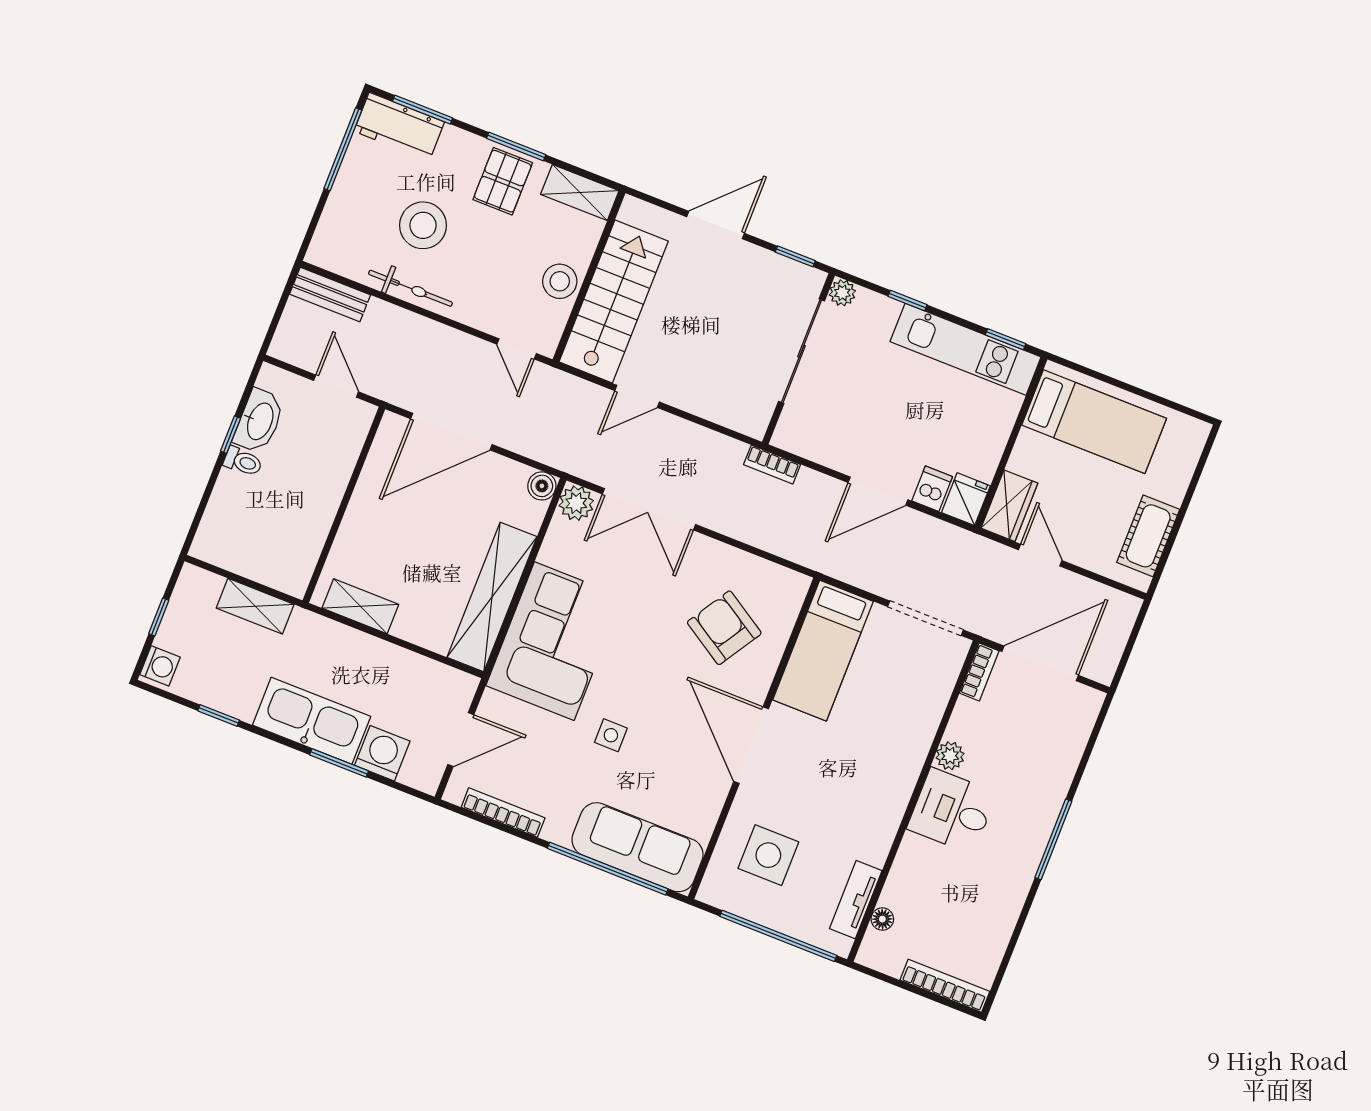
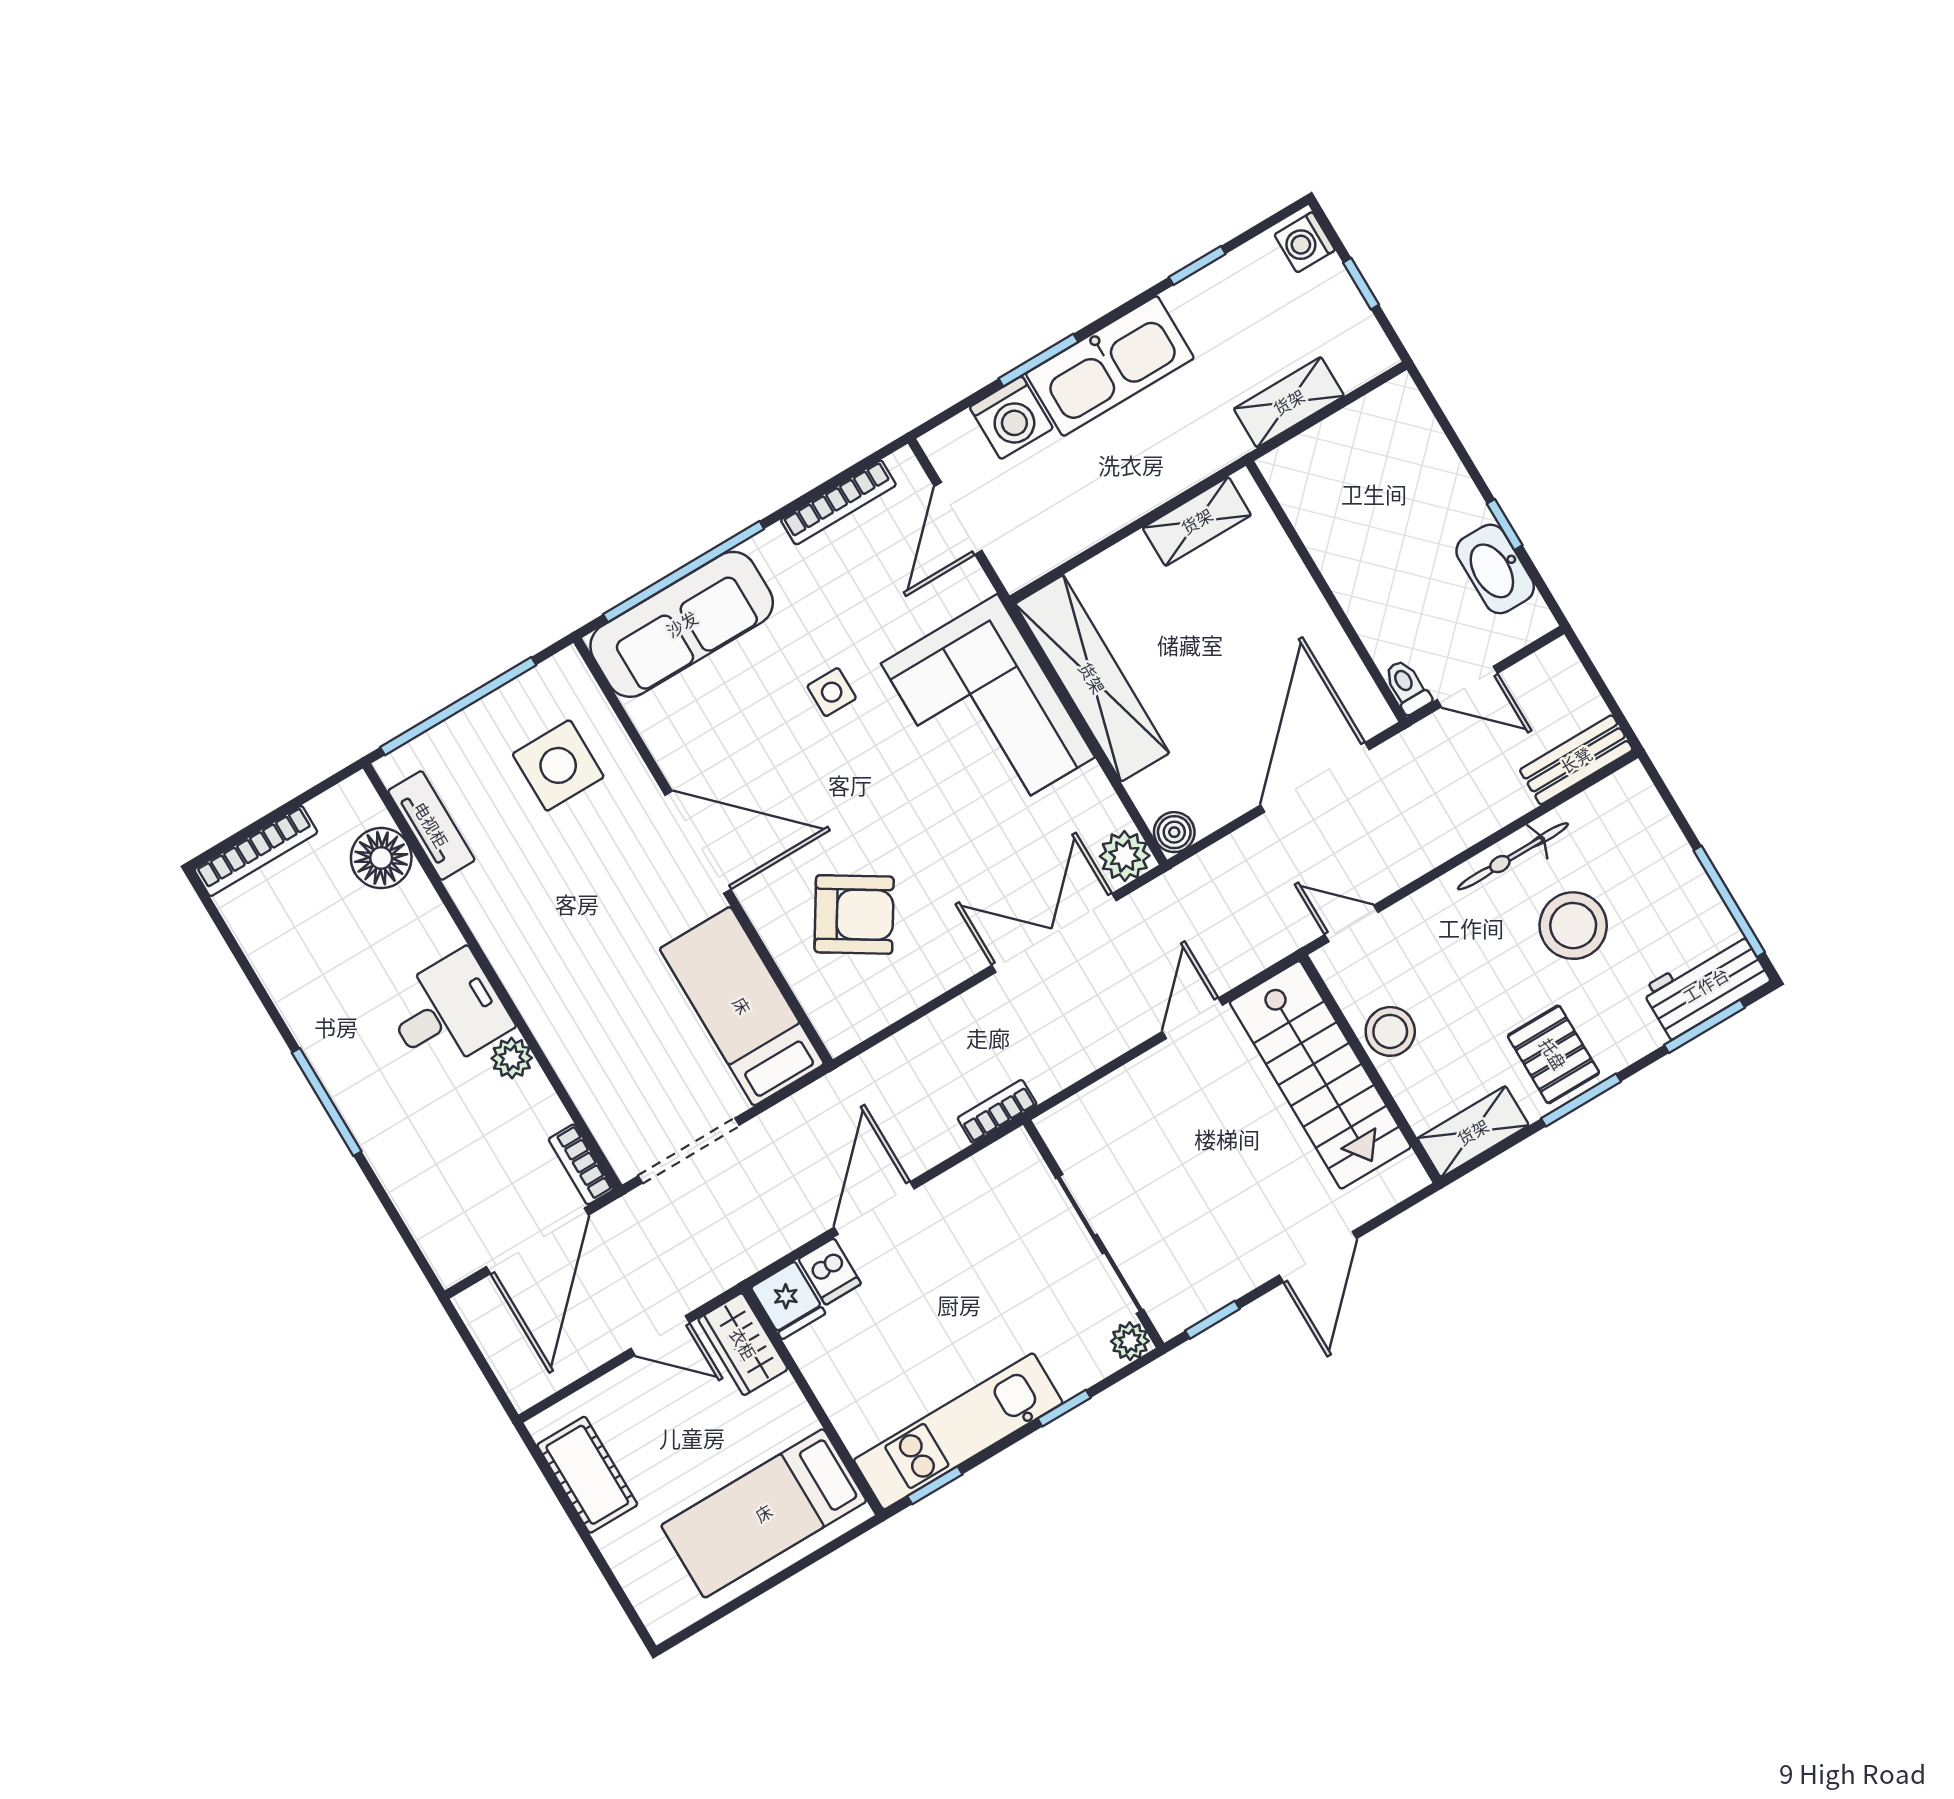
toilet: (243, 462) -> (1407, 687), moved, turned 90
floor lamp: (882, 919) -> (381, 858), width x1.89, depth x1.89

